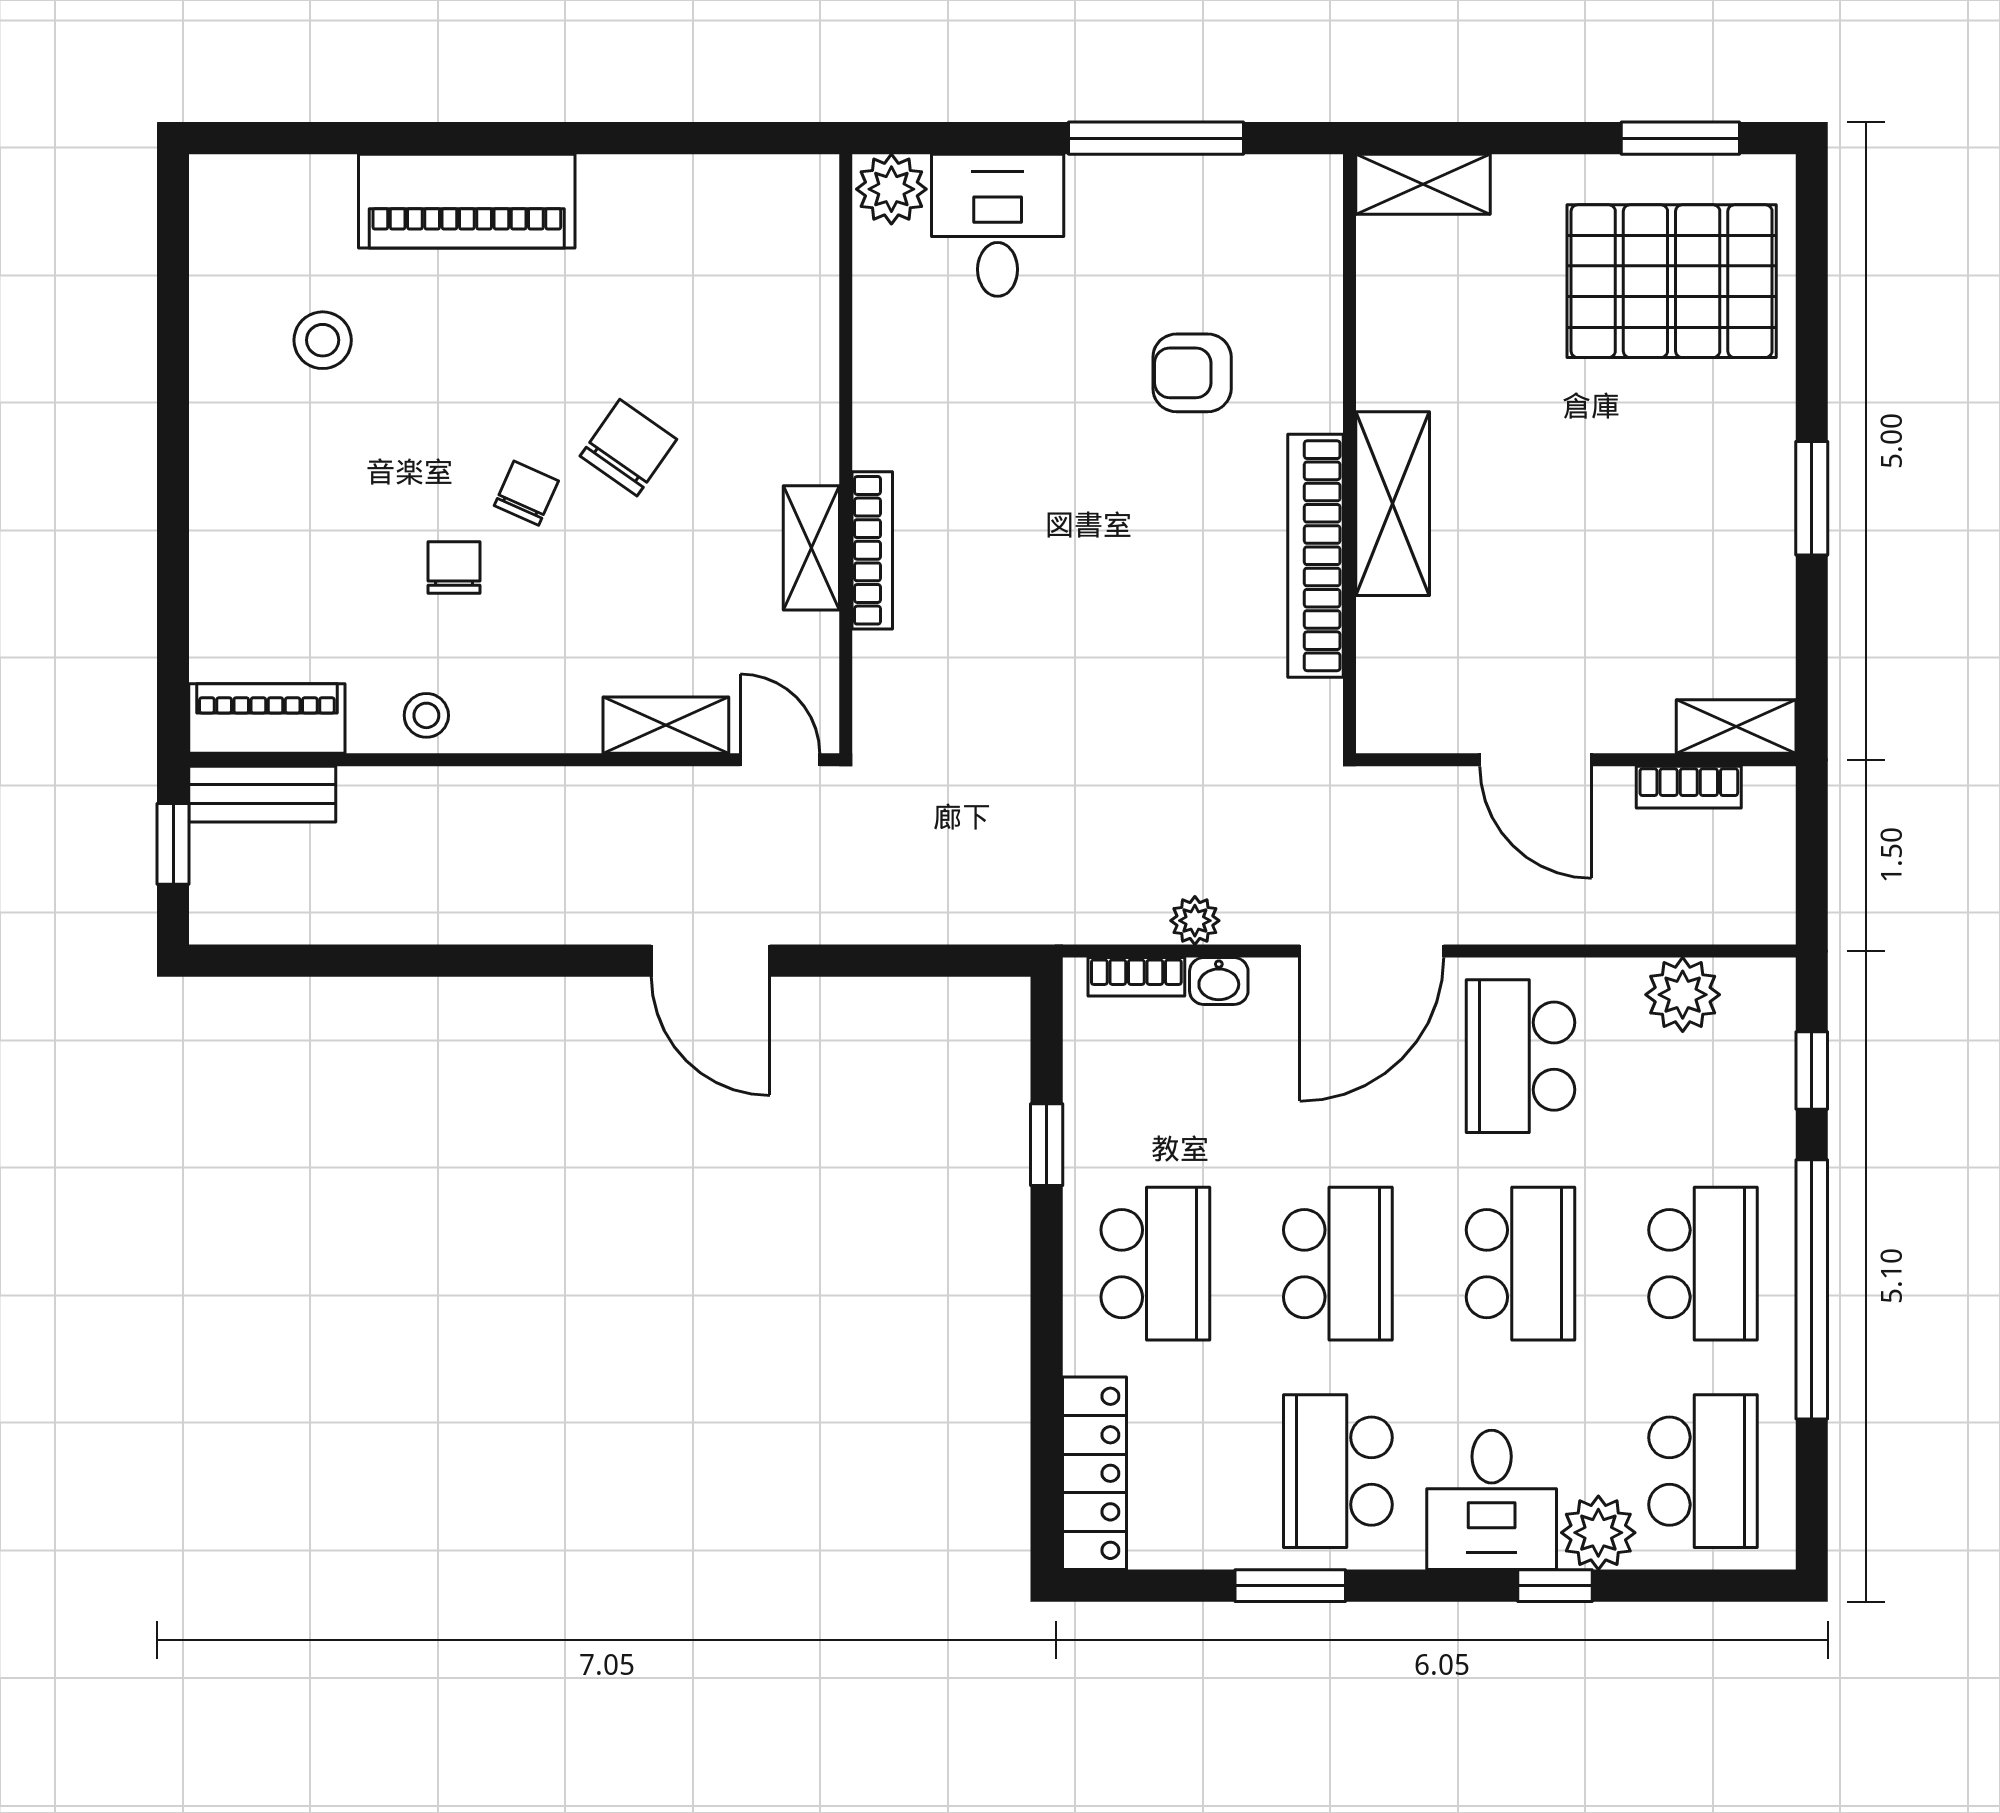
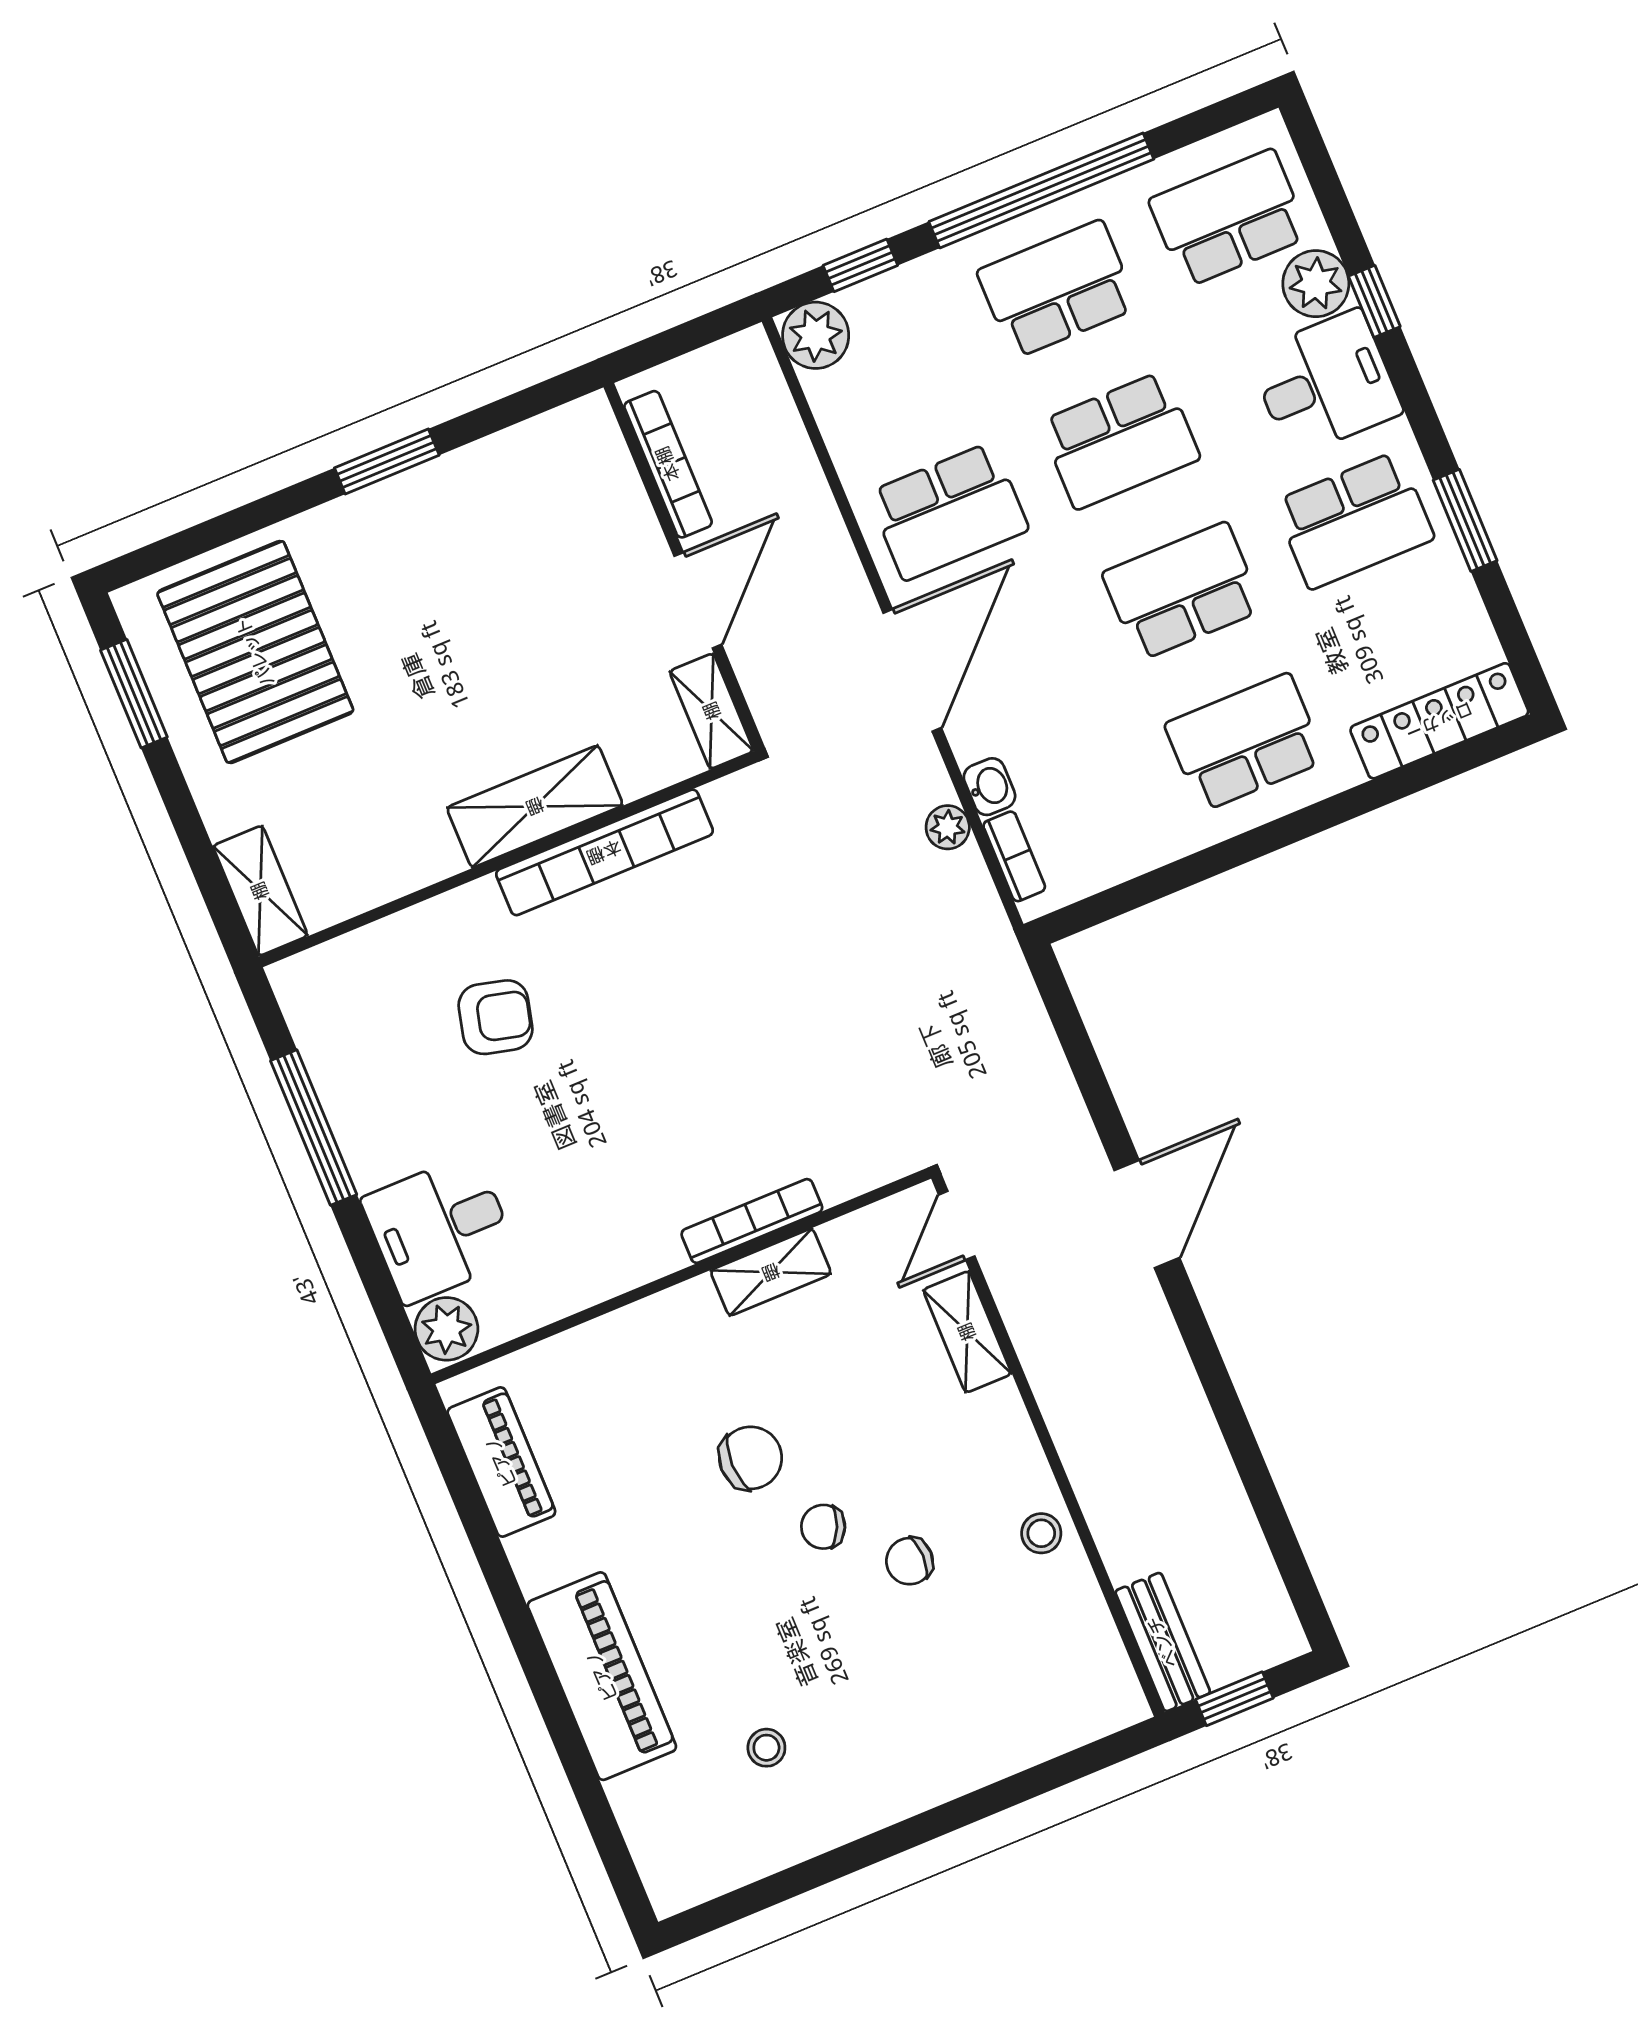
stool: (323, 340) -> (766, 1748), width x0.73, depth x0.73
armchair: (1192, 373) -> (495, 1017), turned -76
chair: (628, 448) -> (751, 1458), turned 145
piano: (267, 719) -> (501, 1462), moved, turned 180
shelving: (1736, 727) -> (712, 711), moved
bookcase: (1689, 787) -> (668, 464), width x1.56
door: (1372, 951) -> (912, 670), hinge flipped
plant: (1683, 995) -> (816, 335), moved
window: (1047, 1145) -> (1184, 873), removed
school desk: (1520, 1264) -> (1120, 440), turned 180

